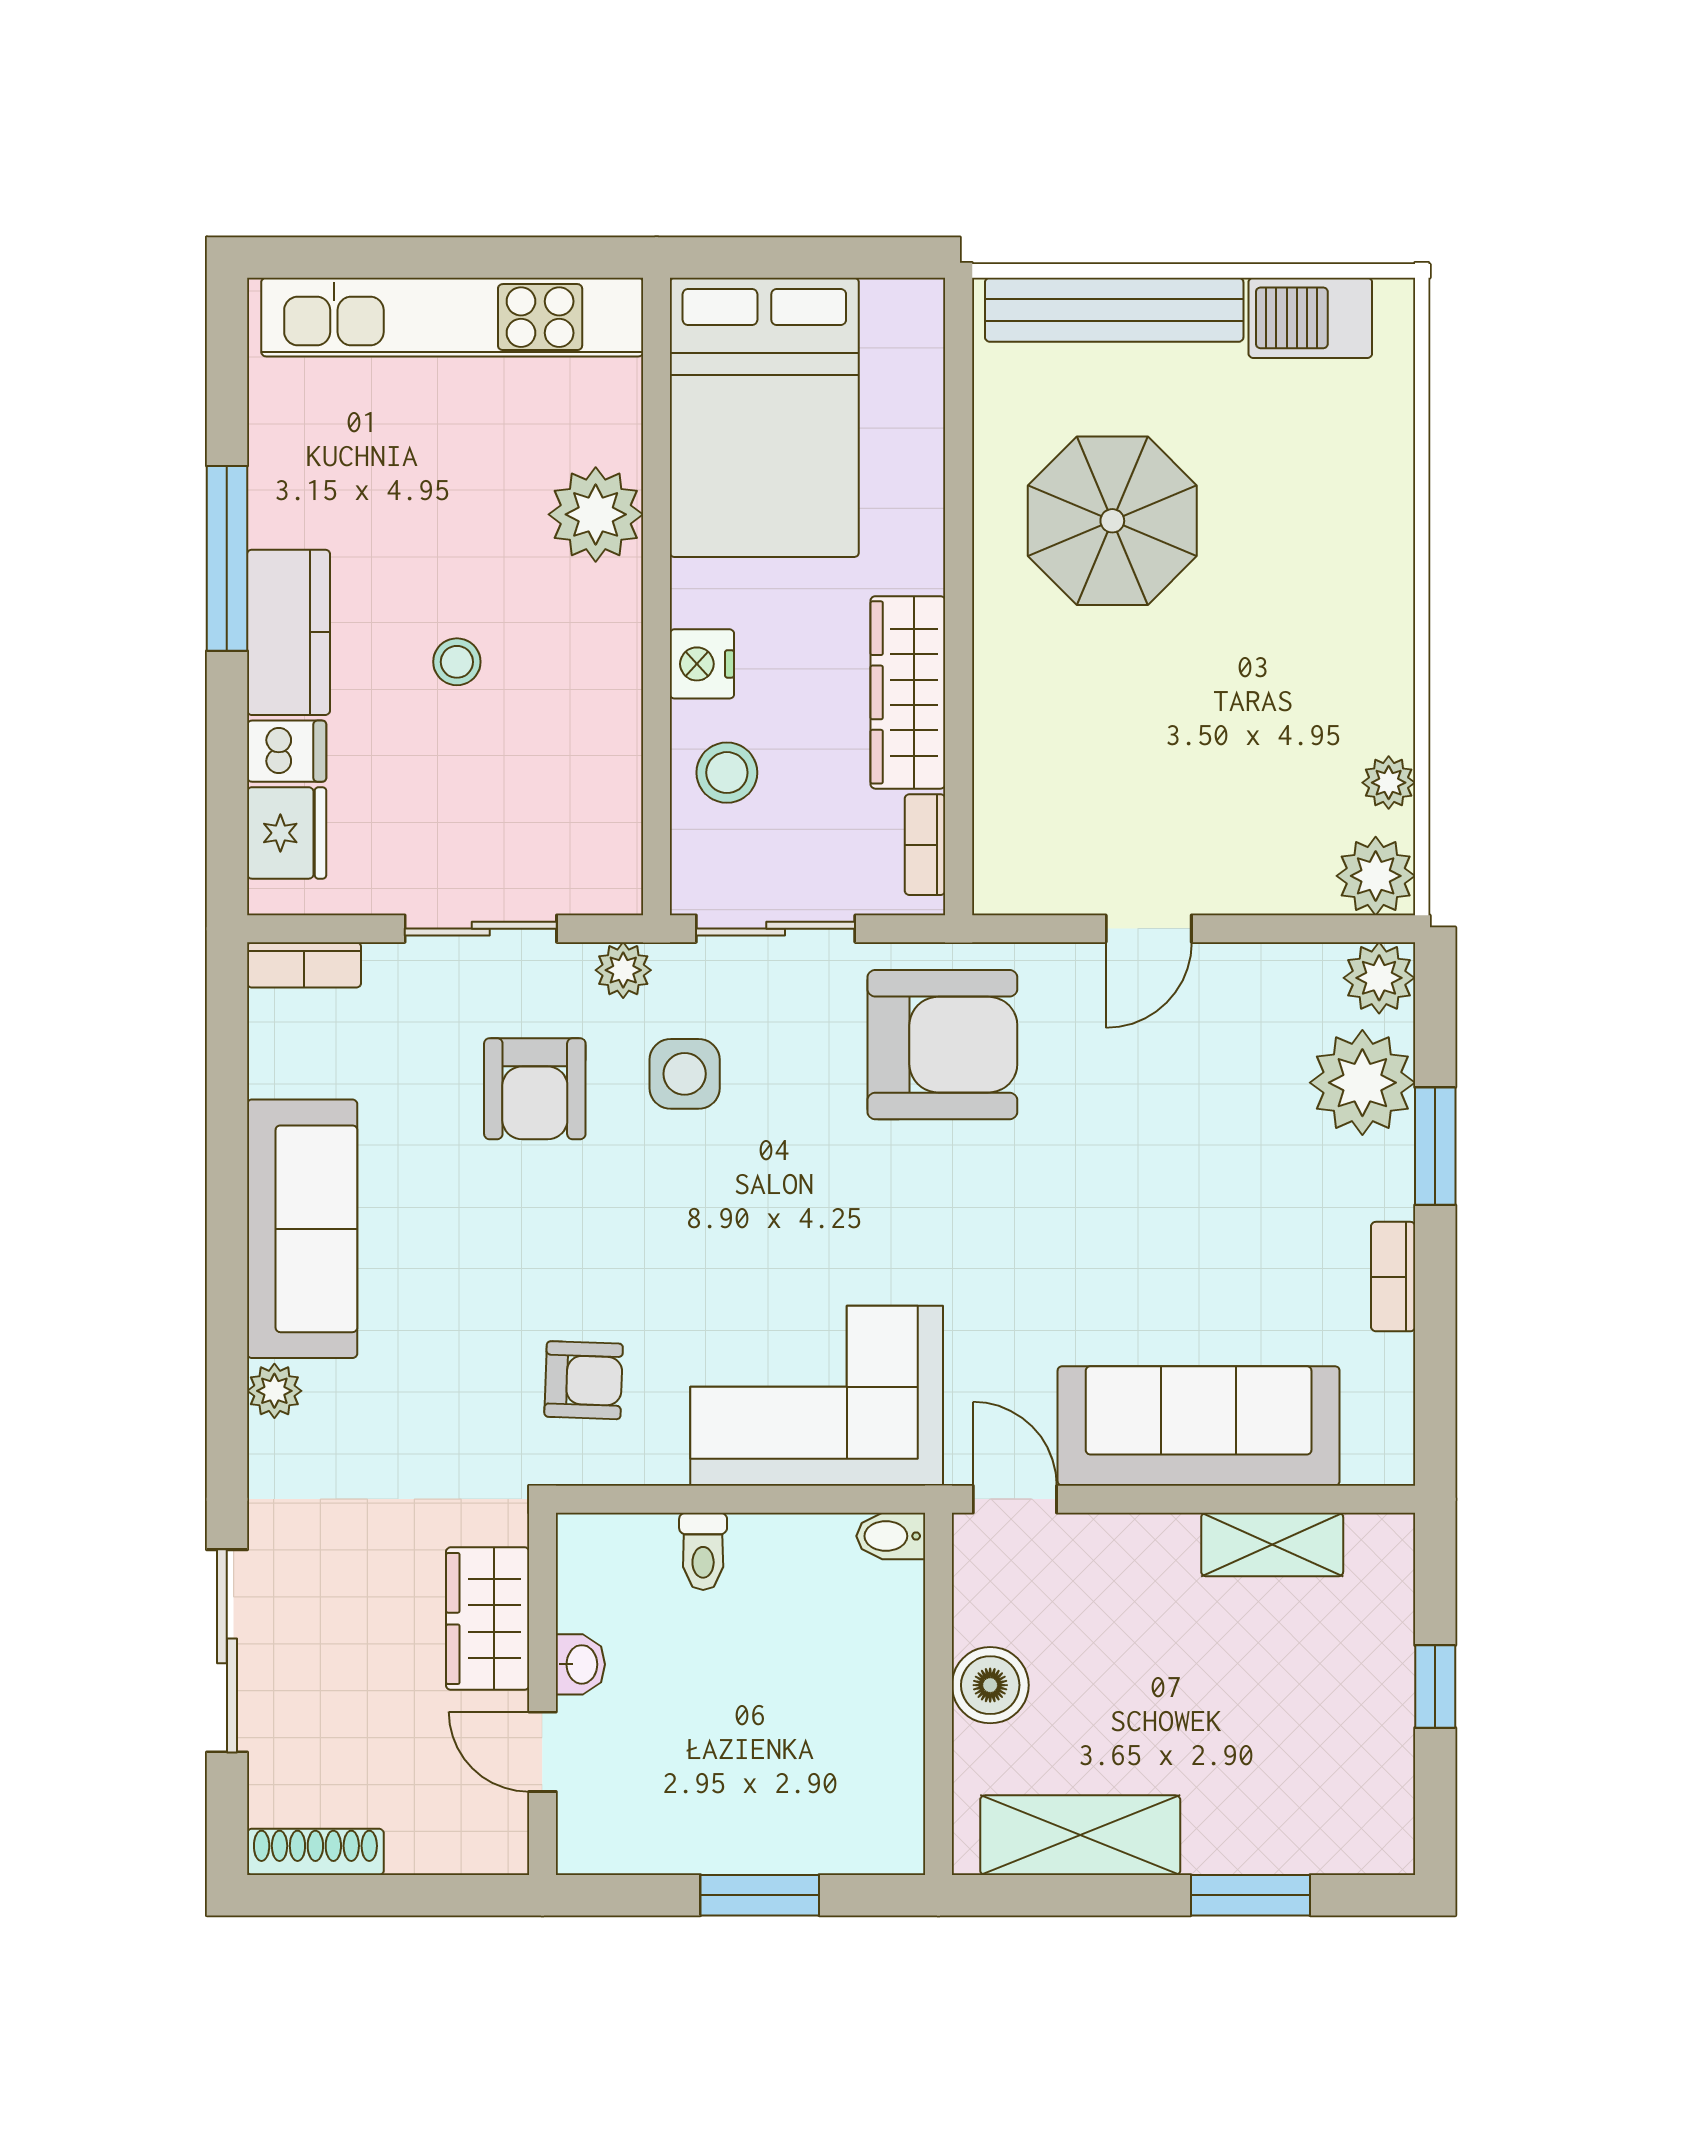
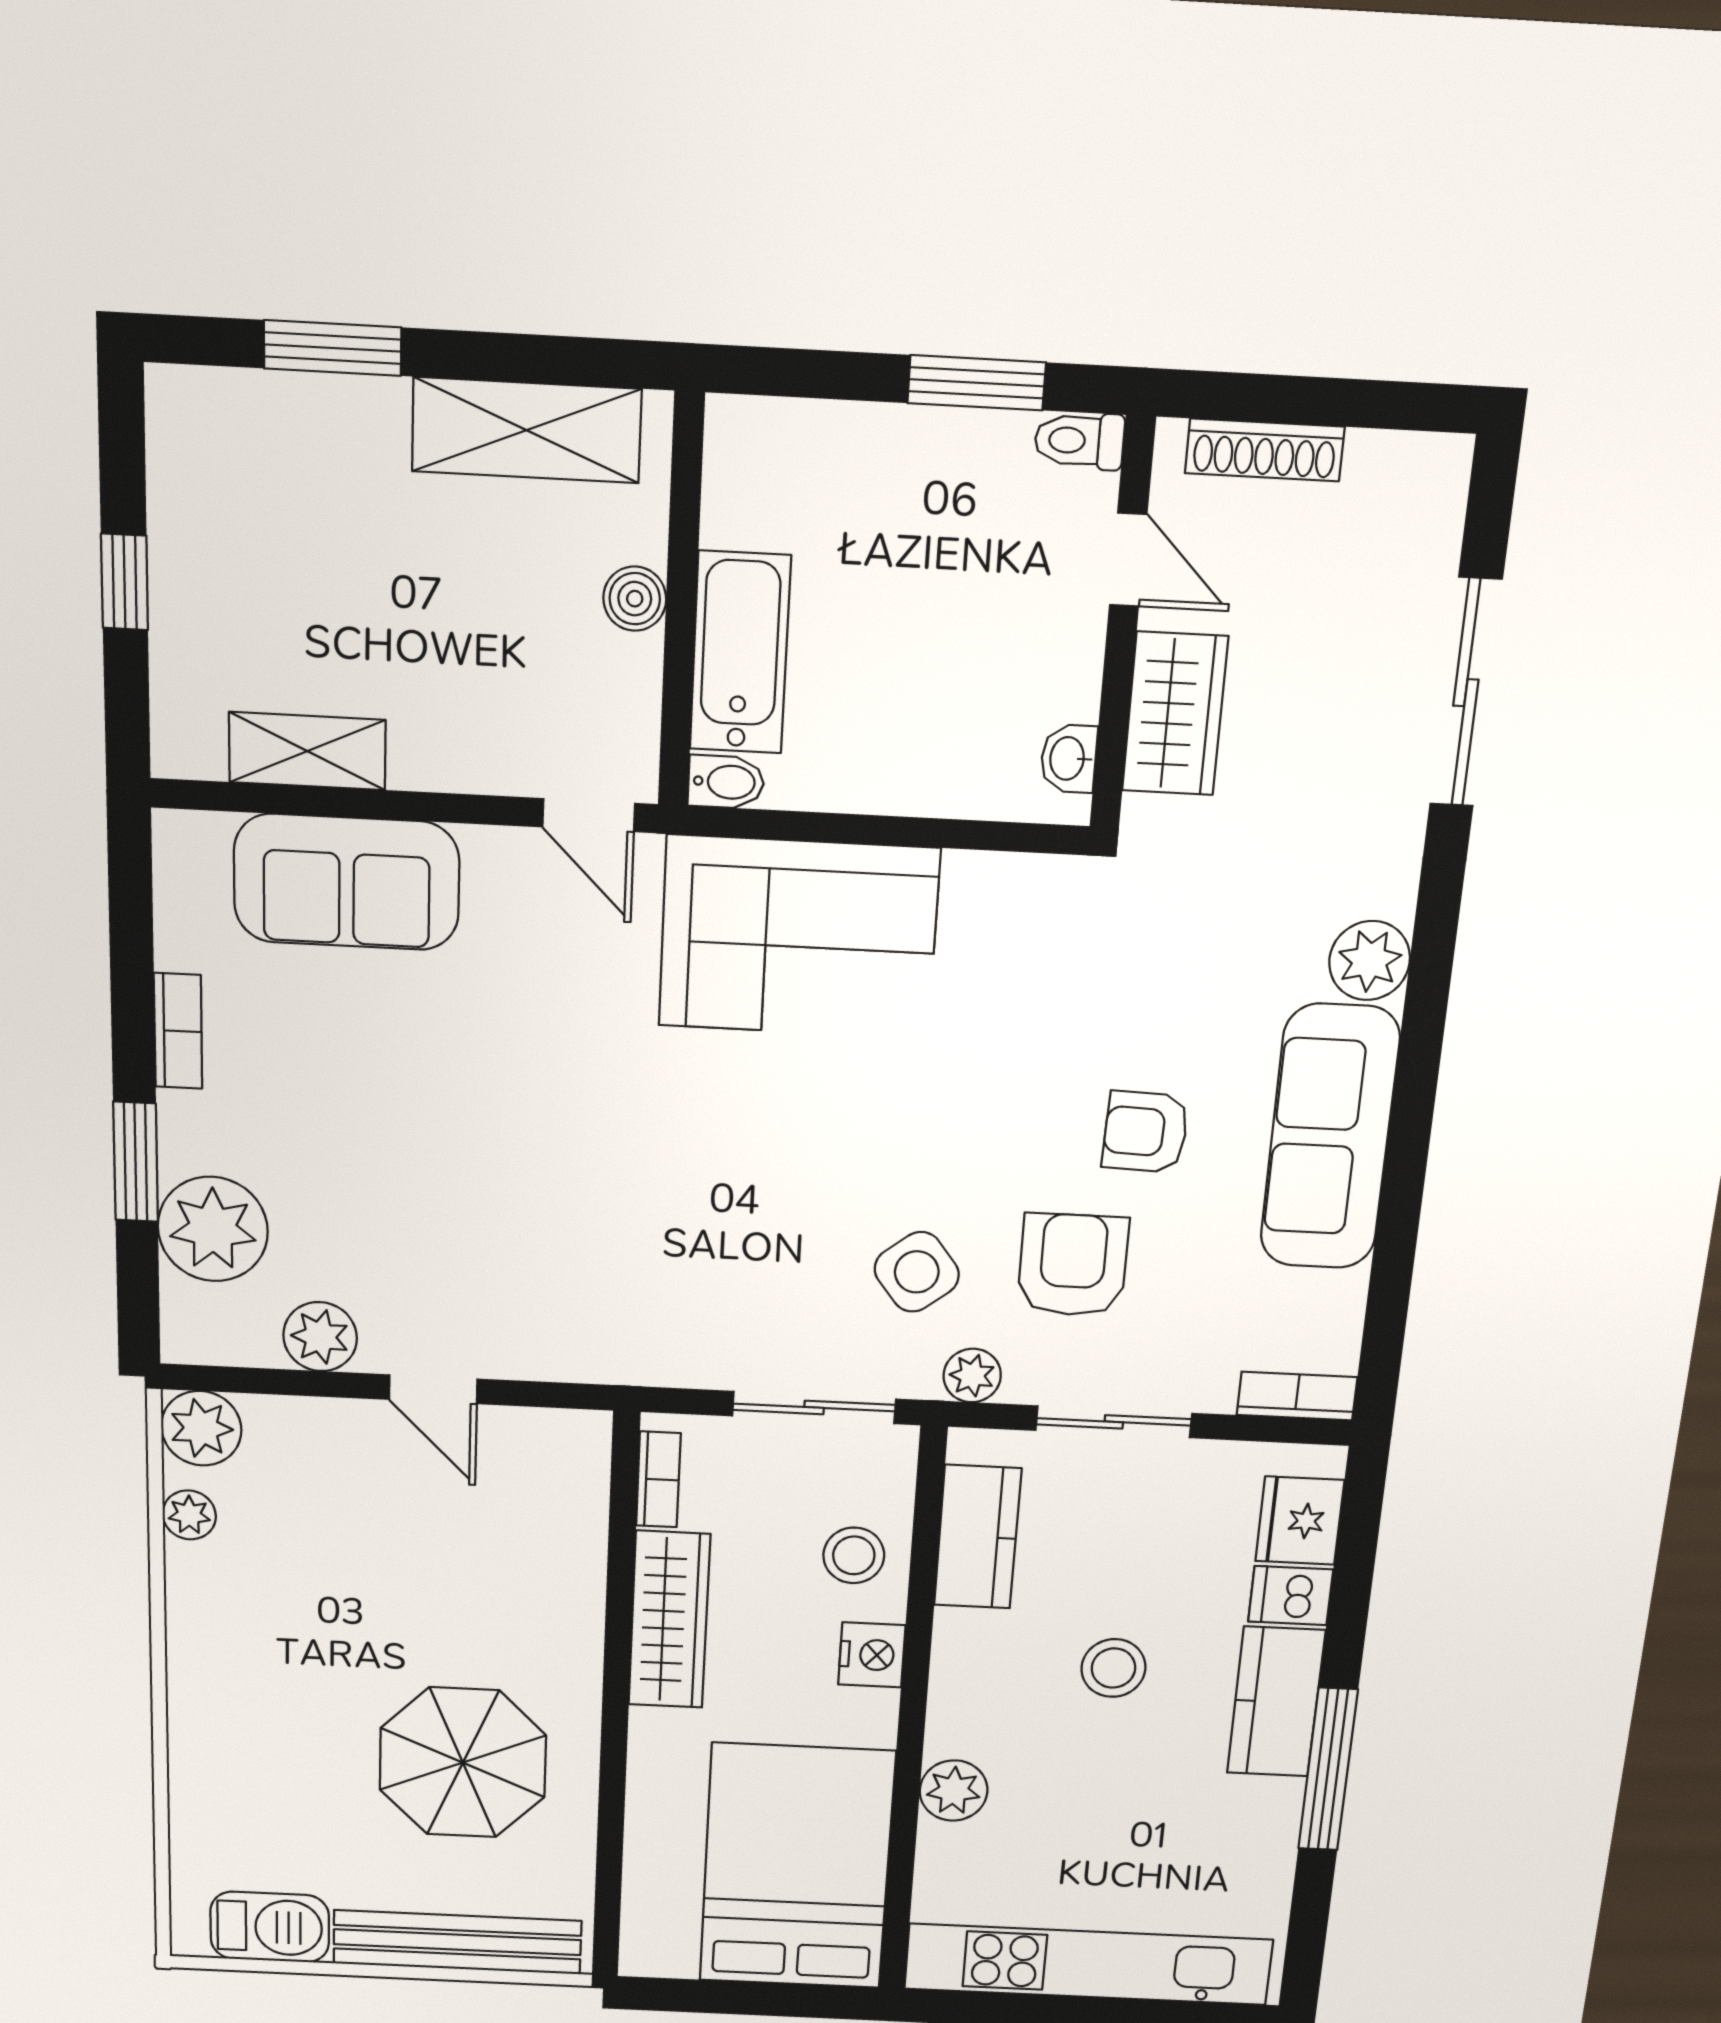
plant: (596, 514) -> (954, 1791), width x0.73, depth x0.73
stool: (457, 662) -> (1113, 1668), width x1.37, depth x1.37
kitchen counter: (605, 799) -> (978, 1537), added
door: (1149, 929) -> (433, 1389), swing flipped
plant: (1379, 978) -> (320, 1337), moved
armchair: (942, 1045) -> (649, 1288), removed
side table: (685, 1074) -> (917, 1272), turned -38
armchair: (584, 1380) -> (1146, 1132), moved
plant: (274, 1391) -> (1370, 961), width x1.38, depth x1.38
sofa: (1199, 1426) -> (347, 882), width x0.73
toilet: (703, 1551) -> (1079, 441), moved, turned -90
bathtub: (884, 1653) -> (740, 653), added
washbasin: (580, 1664) -> (1069, 758), moved
boiler: (990, 1685) -> (635, 599), width x0.73, depth x0.73
shoe rack: (315, 1852) -> (1265, 450), moved
window: (760, 1895) -> (977, 383), moved

